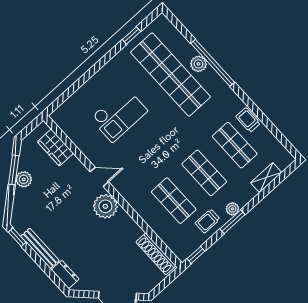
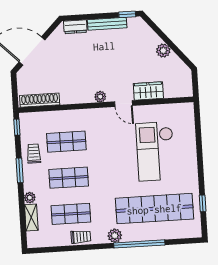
plant: (198, 64) -> (115, 236), moved
checkout: (119, 115) -> (155, 151), width x1.36, depth x1.21
wardrobe: (55, 147) -> (148, 91), moved
window: (14, 170) -> (175, 49), removed
door: (99, 177) -> (124, 104), hinge flipped
plant: (105, 206) -> (100, 97), width x0.53, depth x0.53
plant: (232, 209) -> (30, 198), moved

